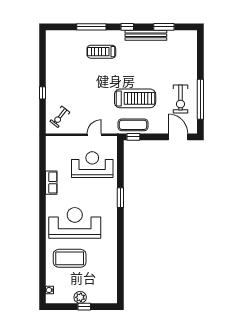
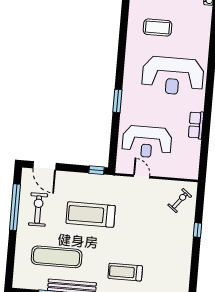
treadmill: (101, 52) -> (125, 272), turned 180
exercise mat: (133, 125) -> (57, 257), moved, width x1.36, depth x1.45
door: (94, 135) -> (142, 176), swing flipped
coffee table: (70, 258) -> (157, 27), moved, width x0.73, depth x0.76

